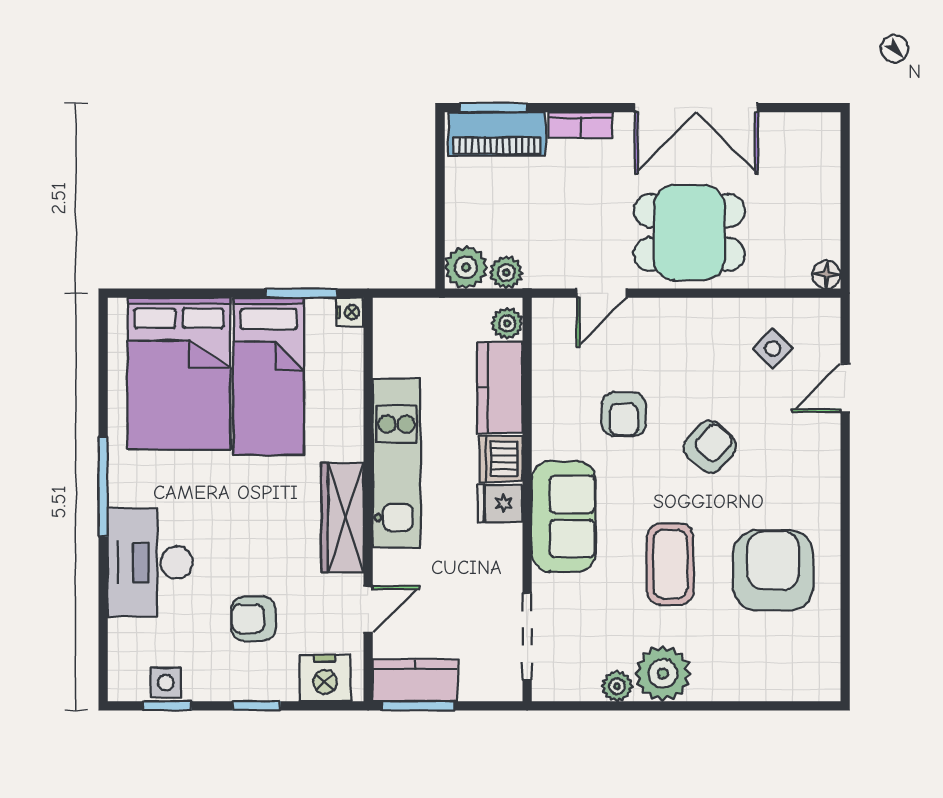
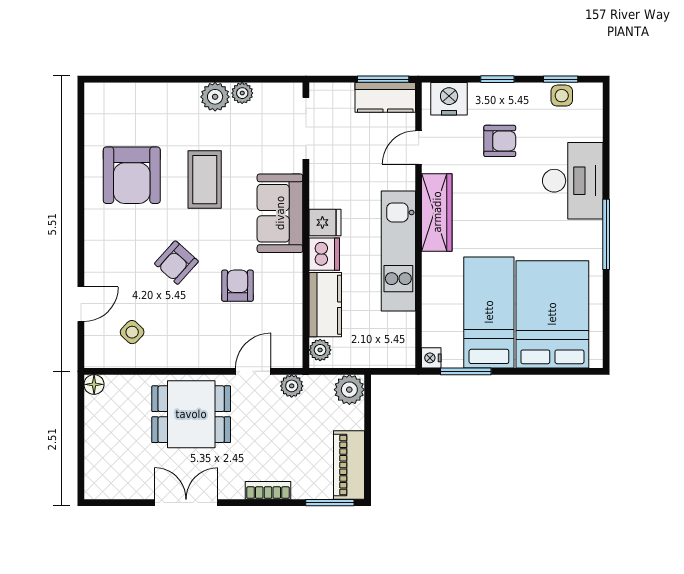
double door: (696, 108) -> (186, 503), width x0.73
piano: (497, 134) -> (349, 465), moved, turned -90
plant: (506, 273) -> (292, 386), moved
plant: (663, 674) -> (215, 97), width x0.73, depth x0.73

